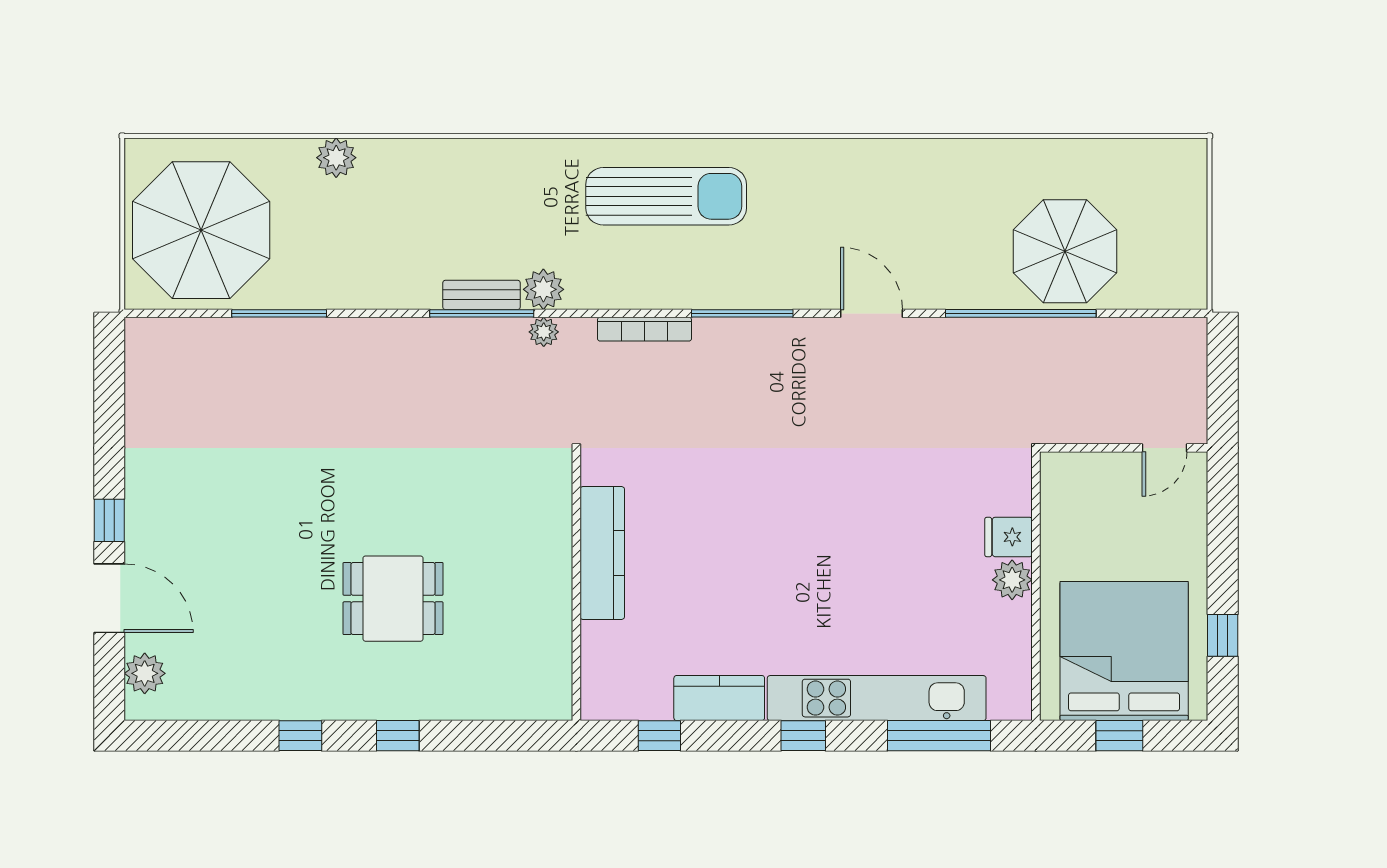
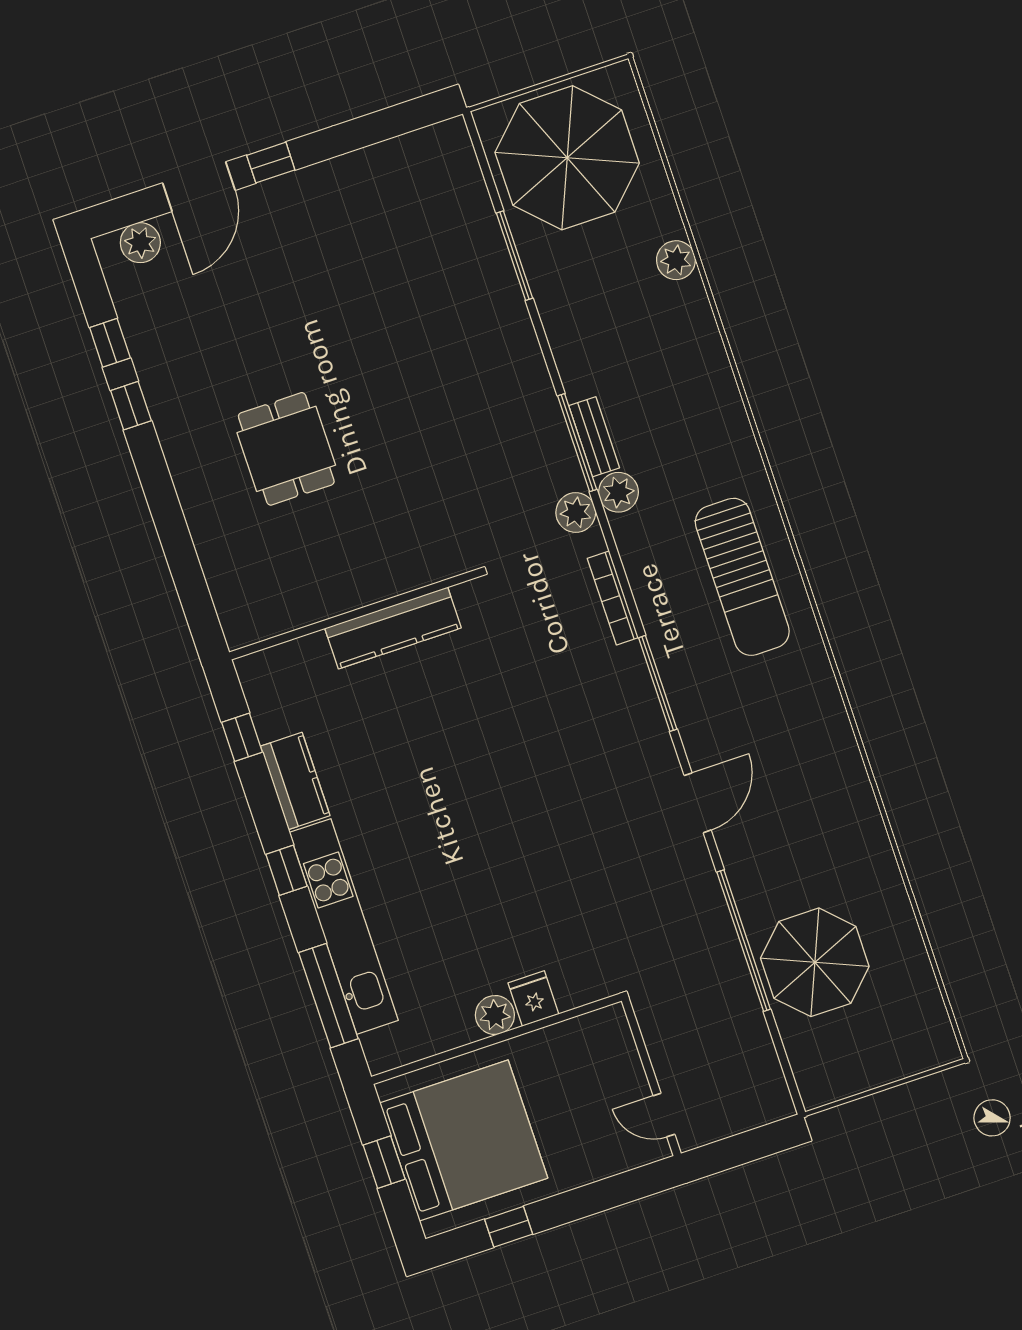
plant: (544, 332) -> (576, 513), width x1.38, depth x1.38
window: (398, 736) -> (110, 343), moved

